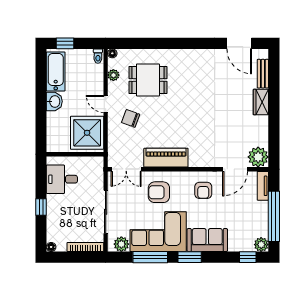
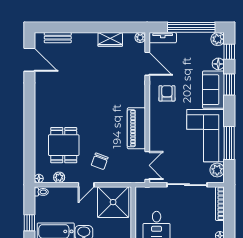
door: (239, 43) -> (29, 60), hinge flipped
wardrobe: (261, 102) -> (110, 39), moved
plant: (258, 157) -> (140, 38), width x0.53, depth x0.53
armchair: (203, 190) -> (167, 93), turned -90
armchair: (159, 192) -> (169, 135), removed
floor lamp: (235, 245) -> (218, 64), added
window: (190, 257) -> (229, 85), moved

